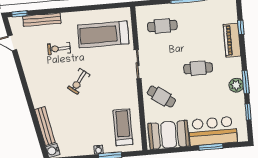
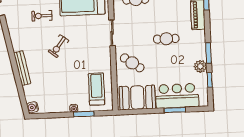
plant: (236, 85) -> (200, 66), moved
bench: (45, 126) -> (22, 68), moved

